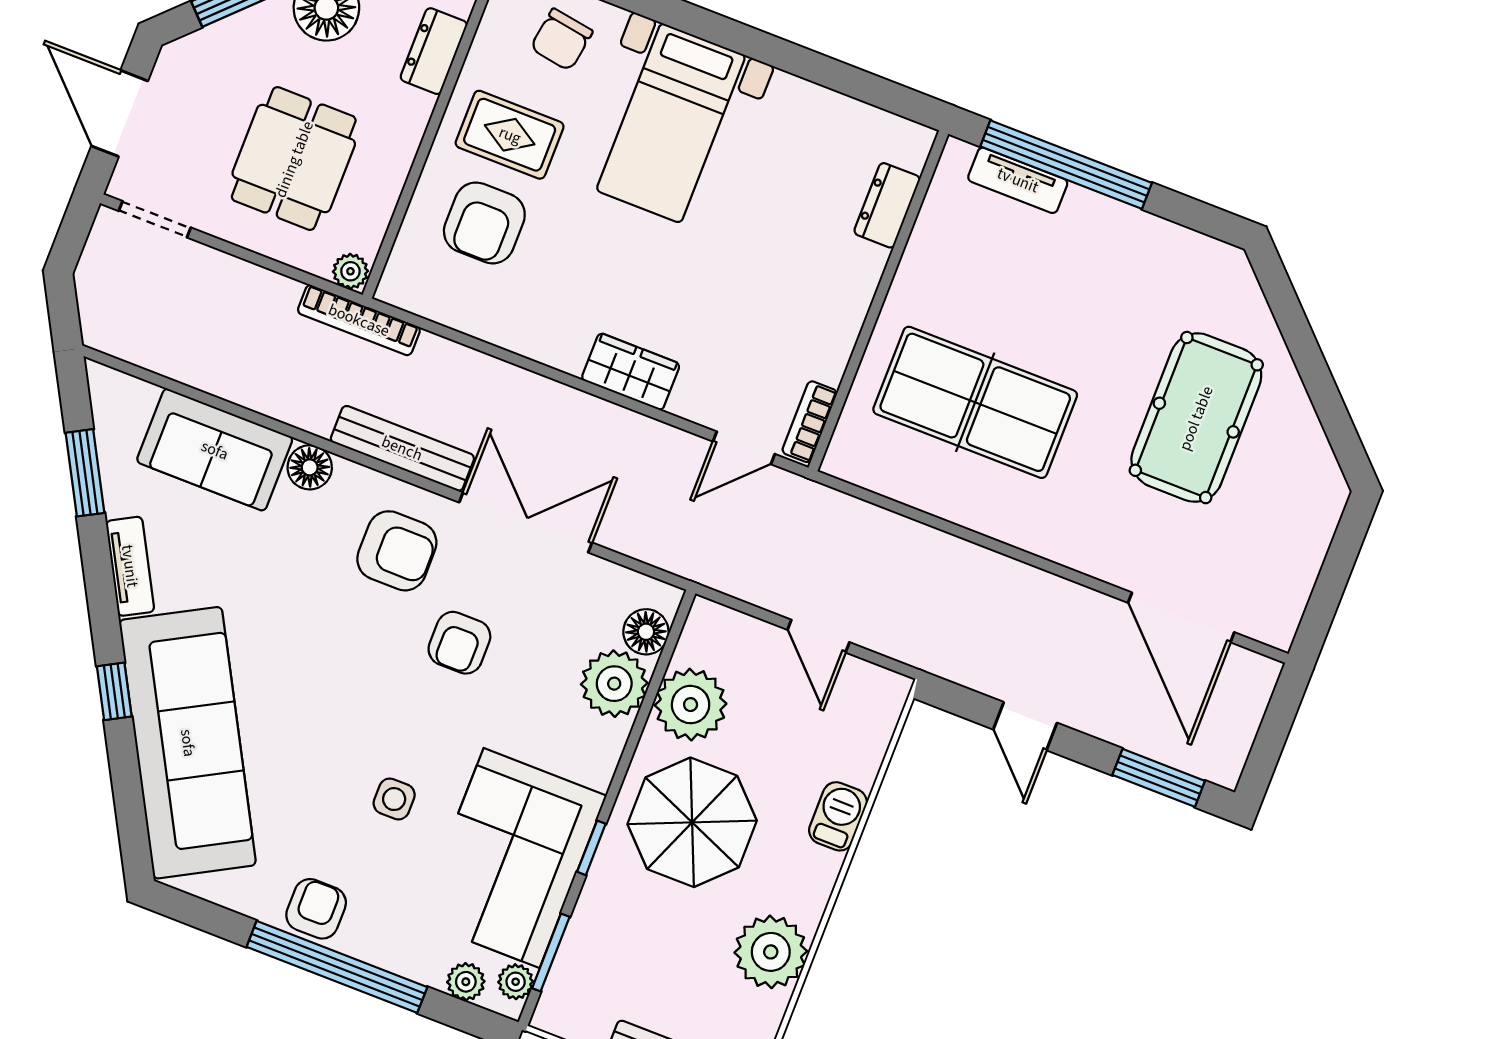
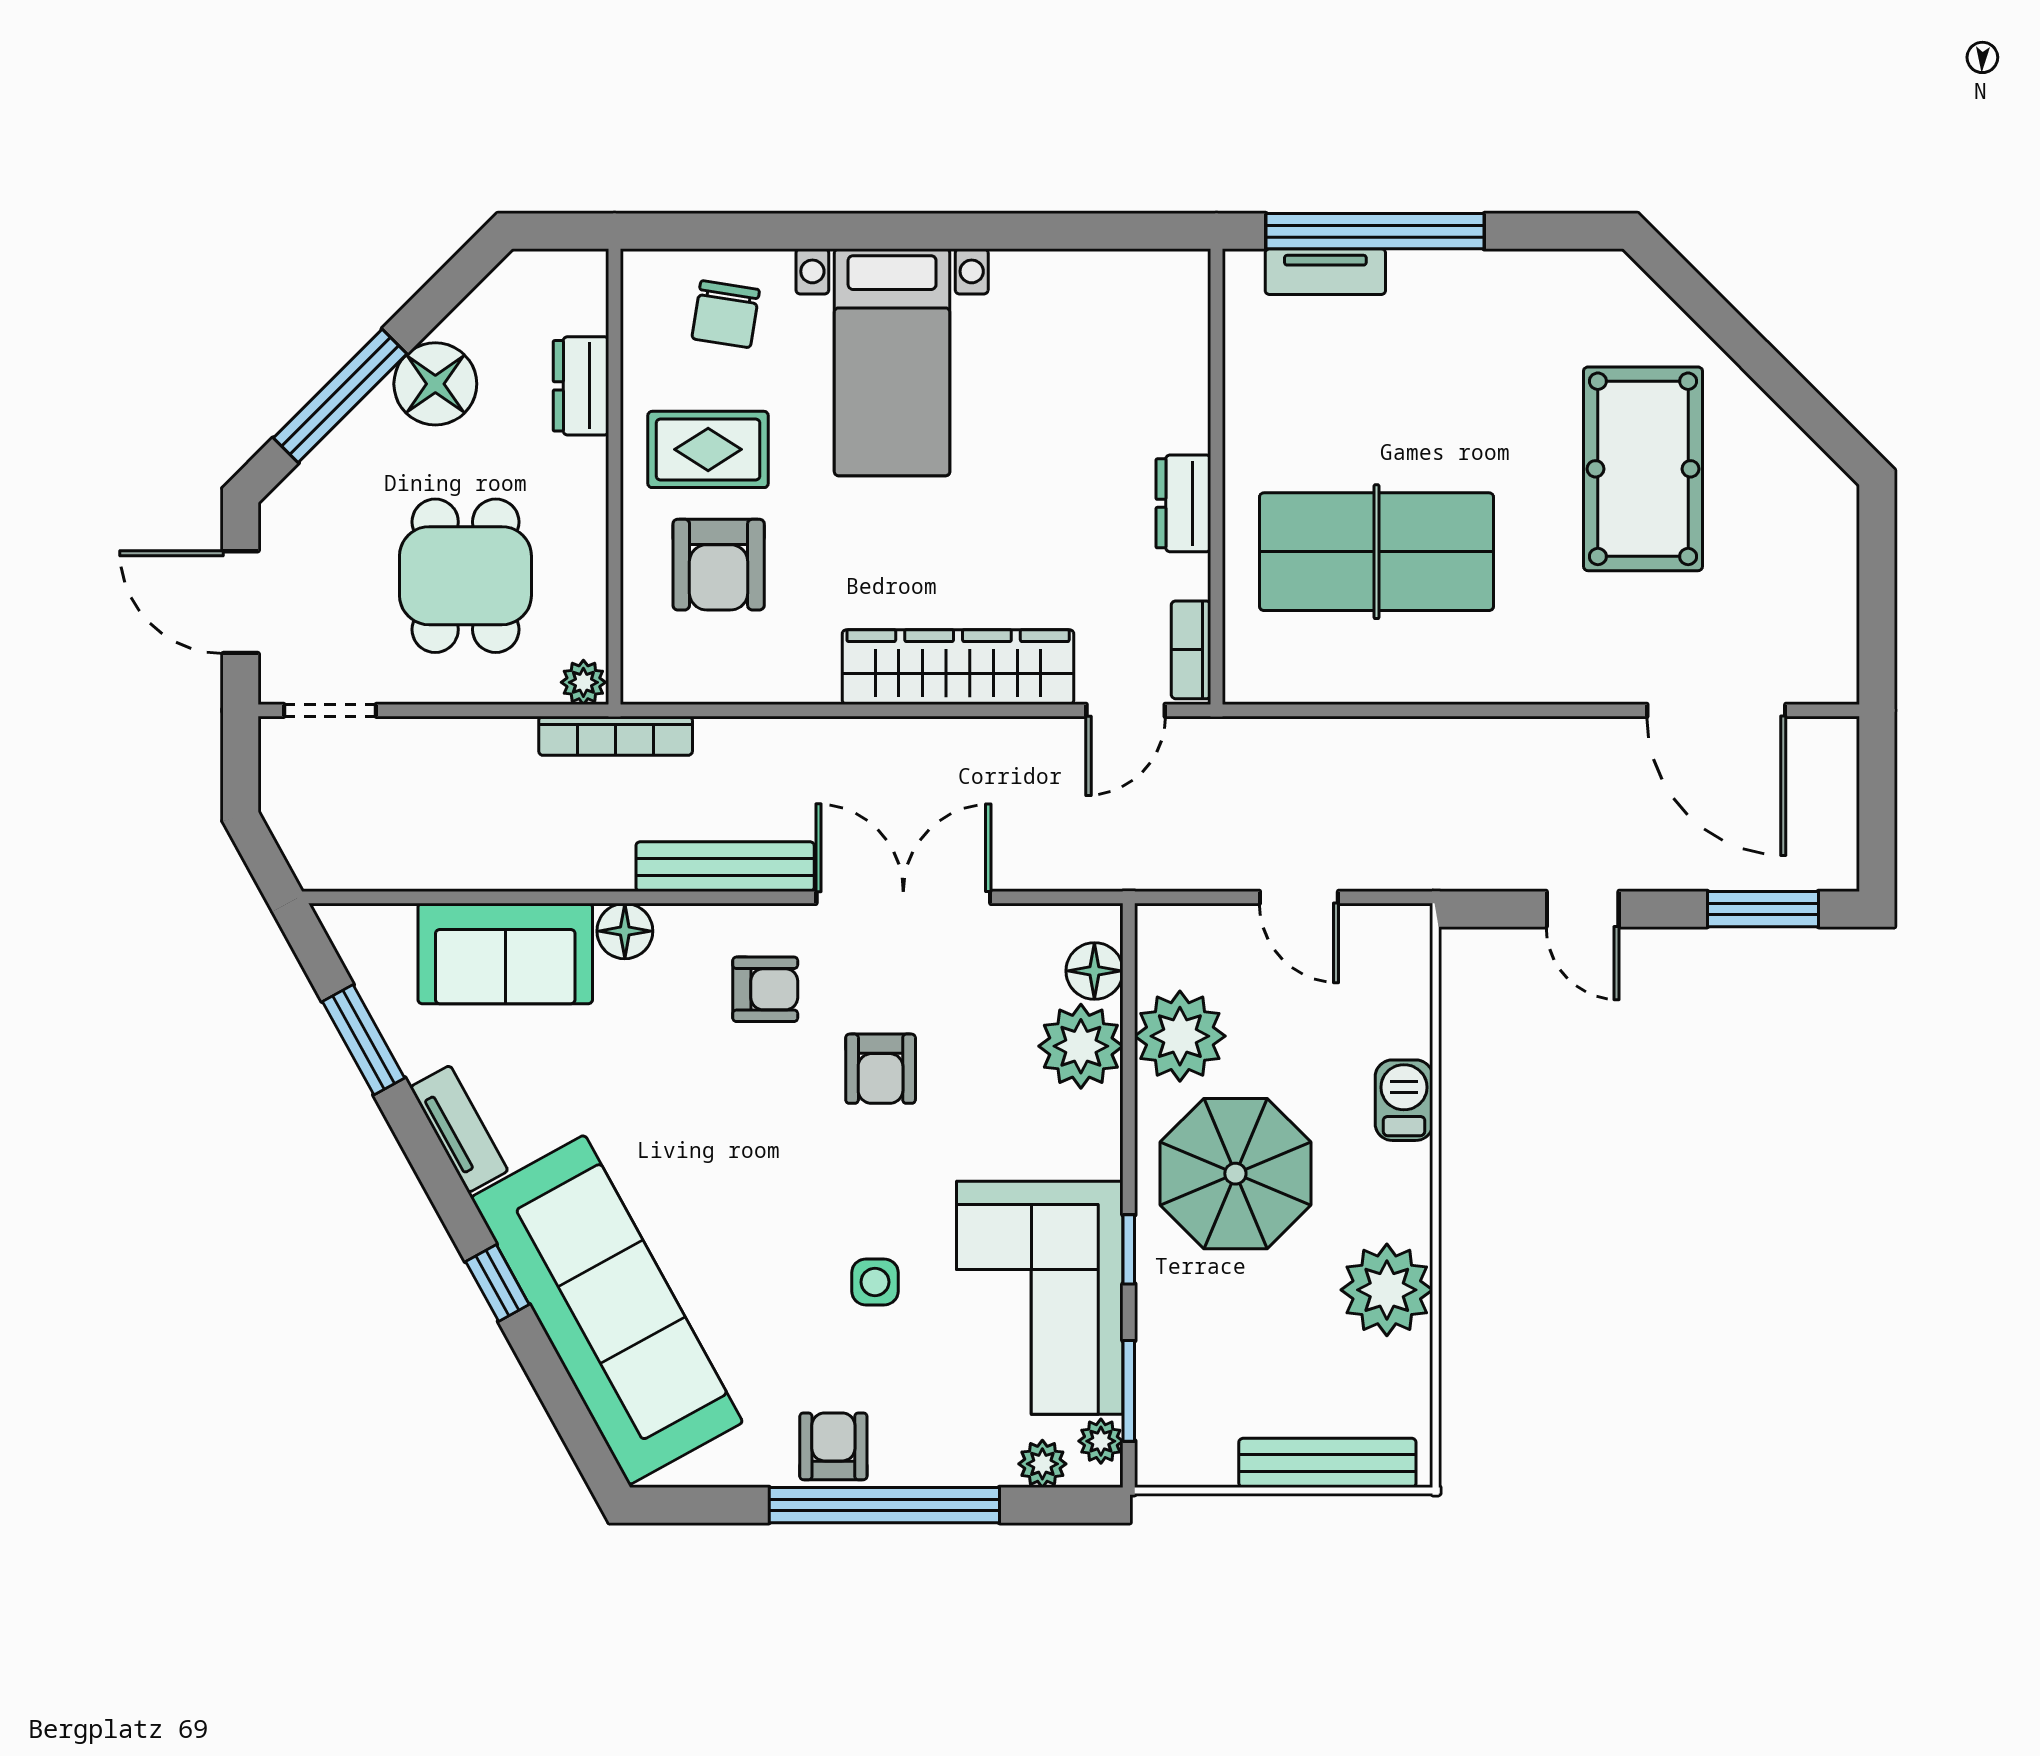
dresser: (887, 205) -> (1183, 503), moved
wardrobe: (631, 372) -> (958, 667), width x2.10, depth x1.17
armchair: (397, 551) -> (765, 989), width x0.72, depth x0.72

